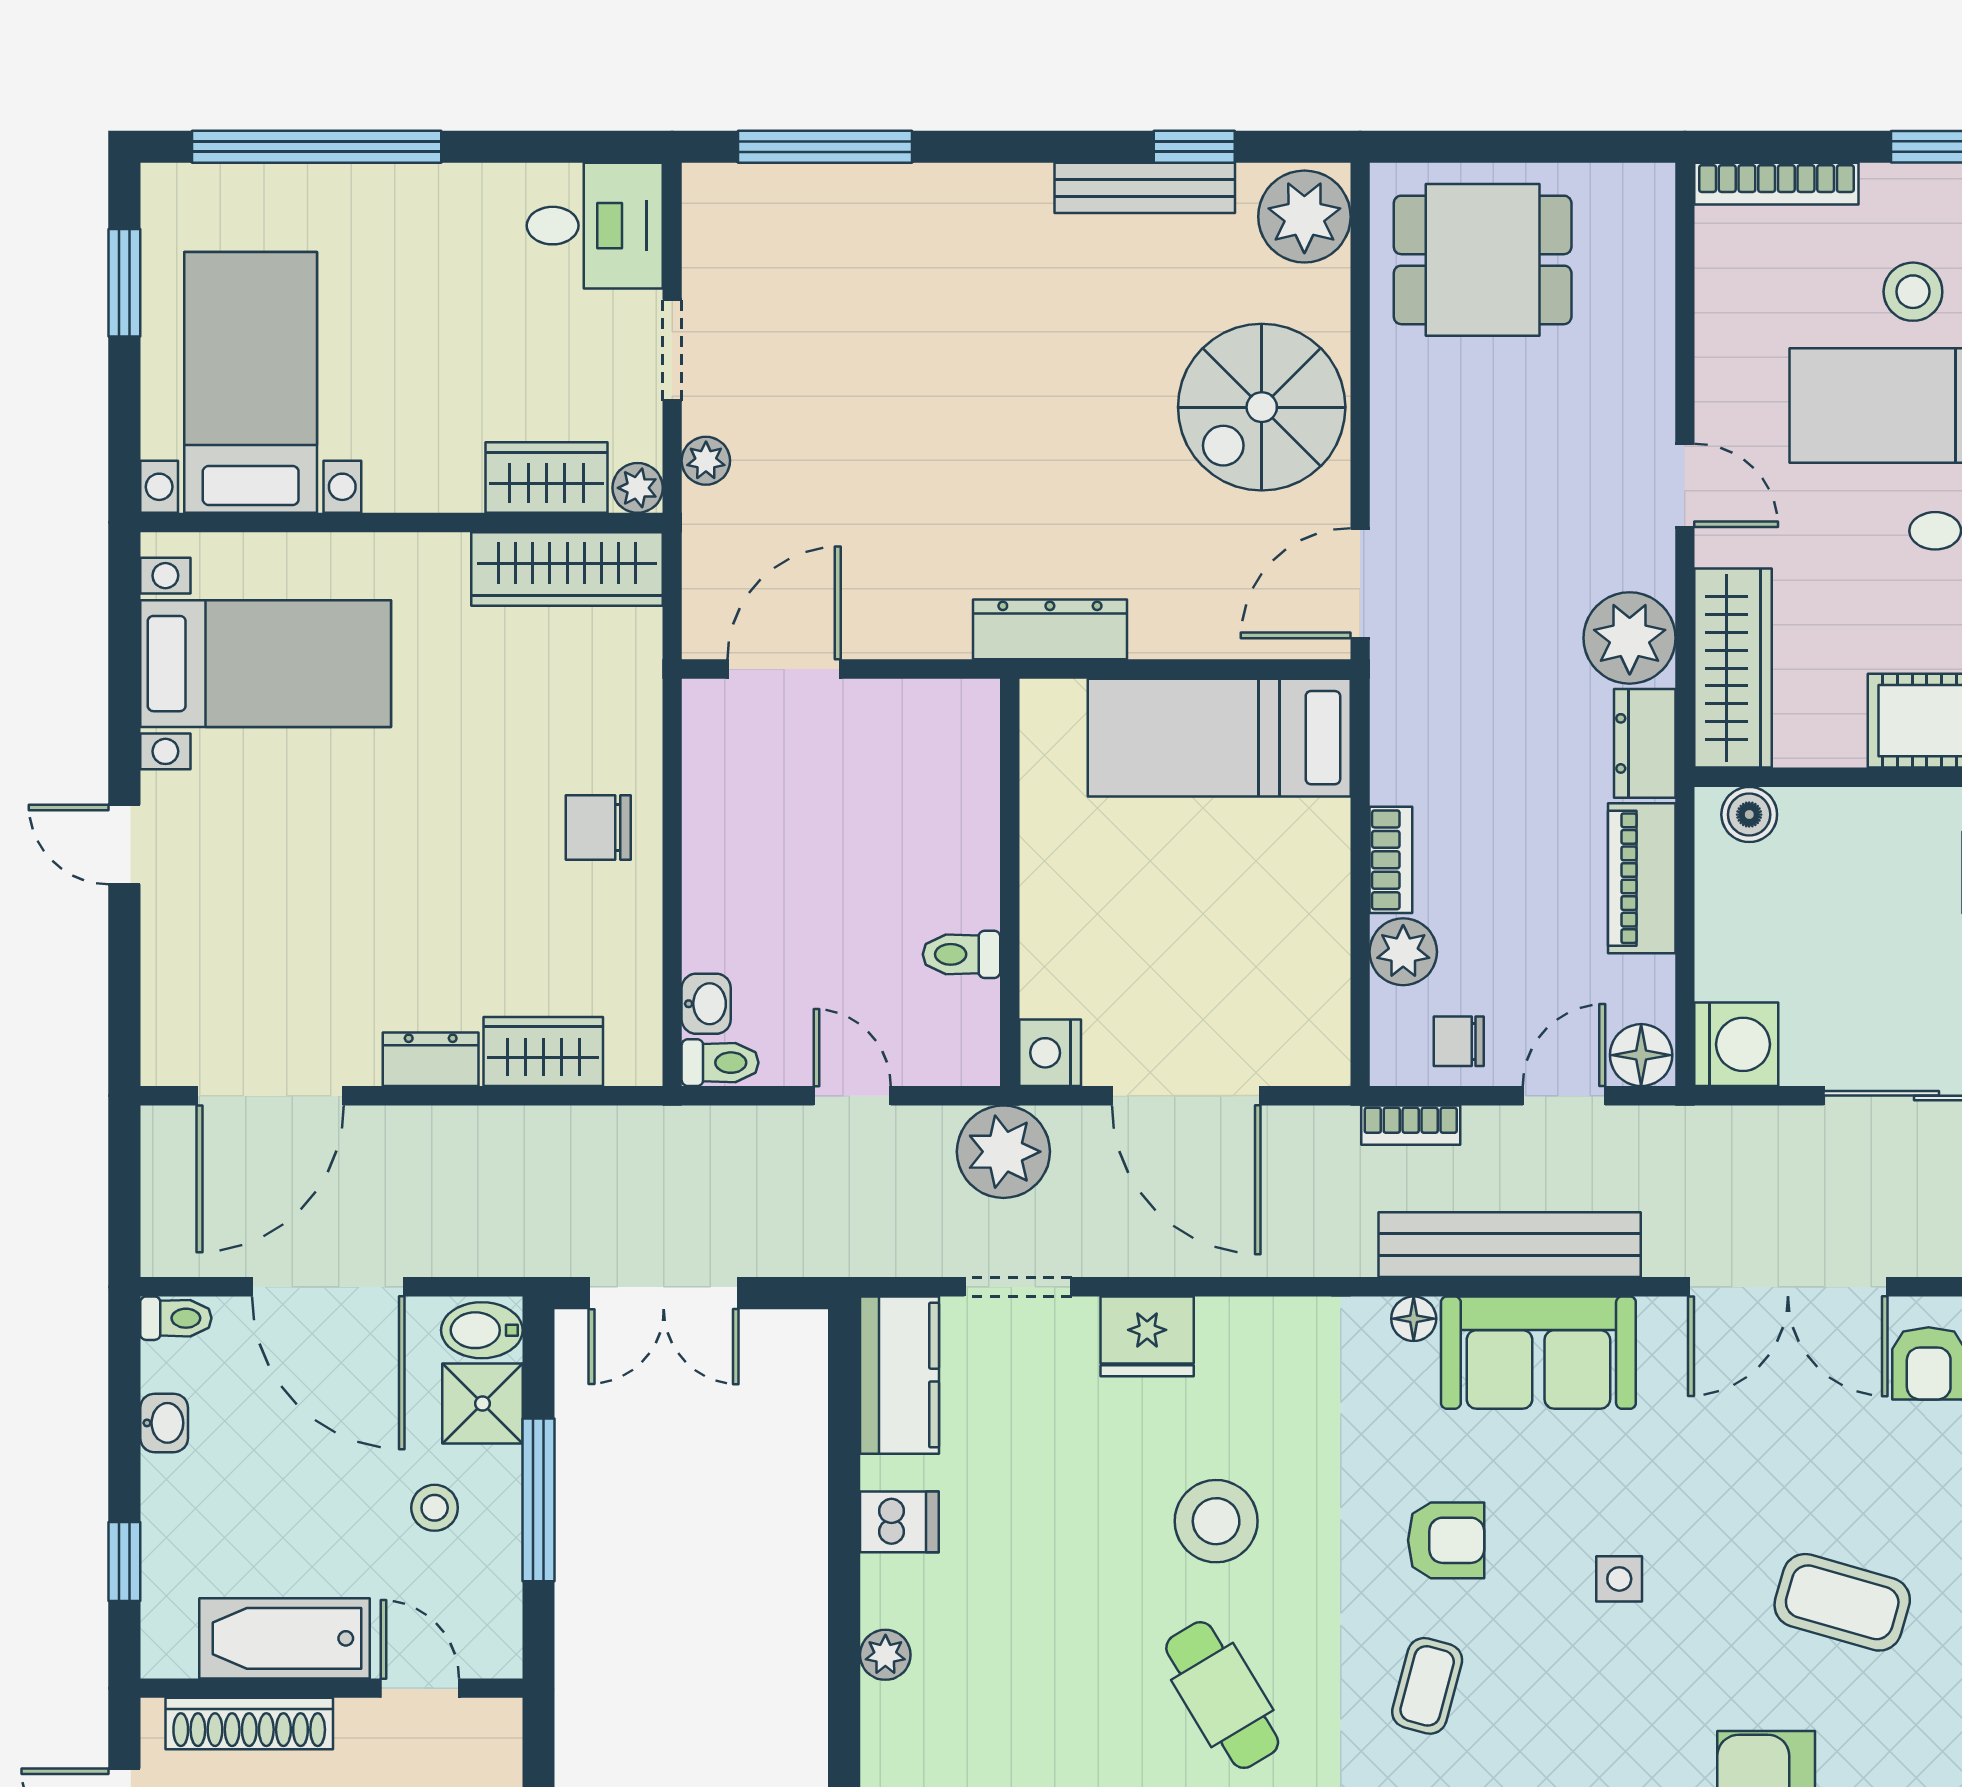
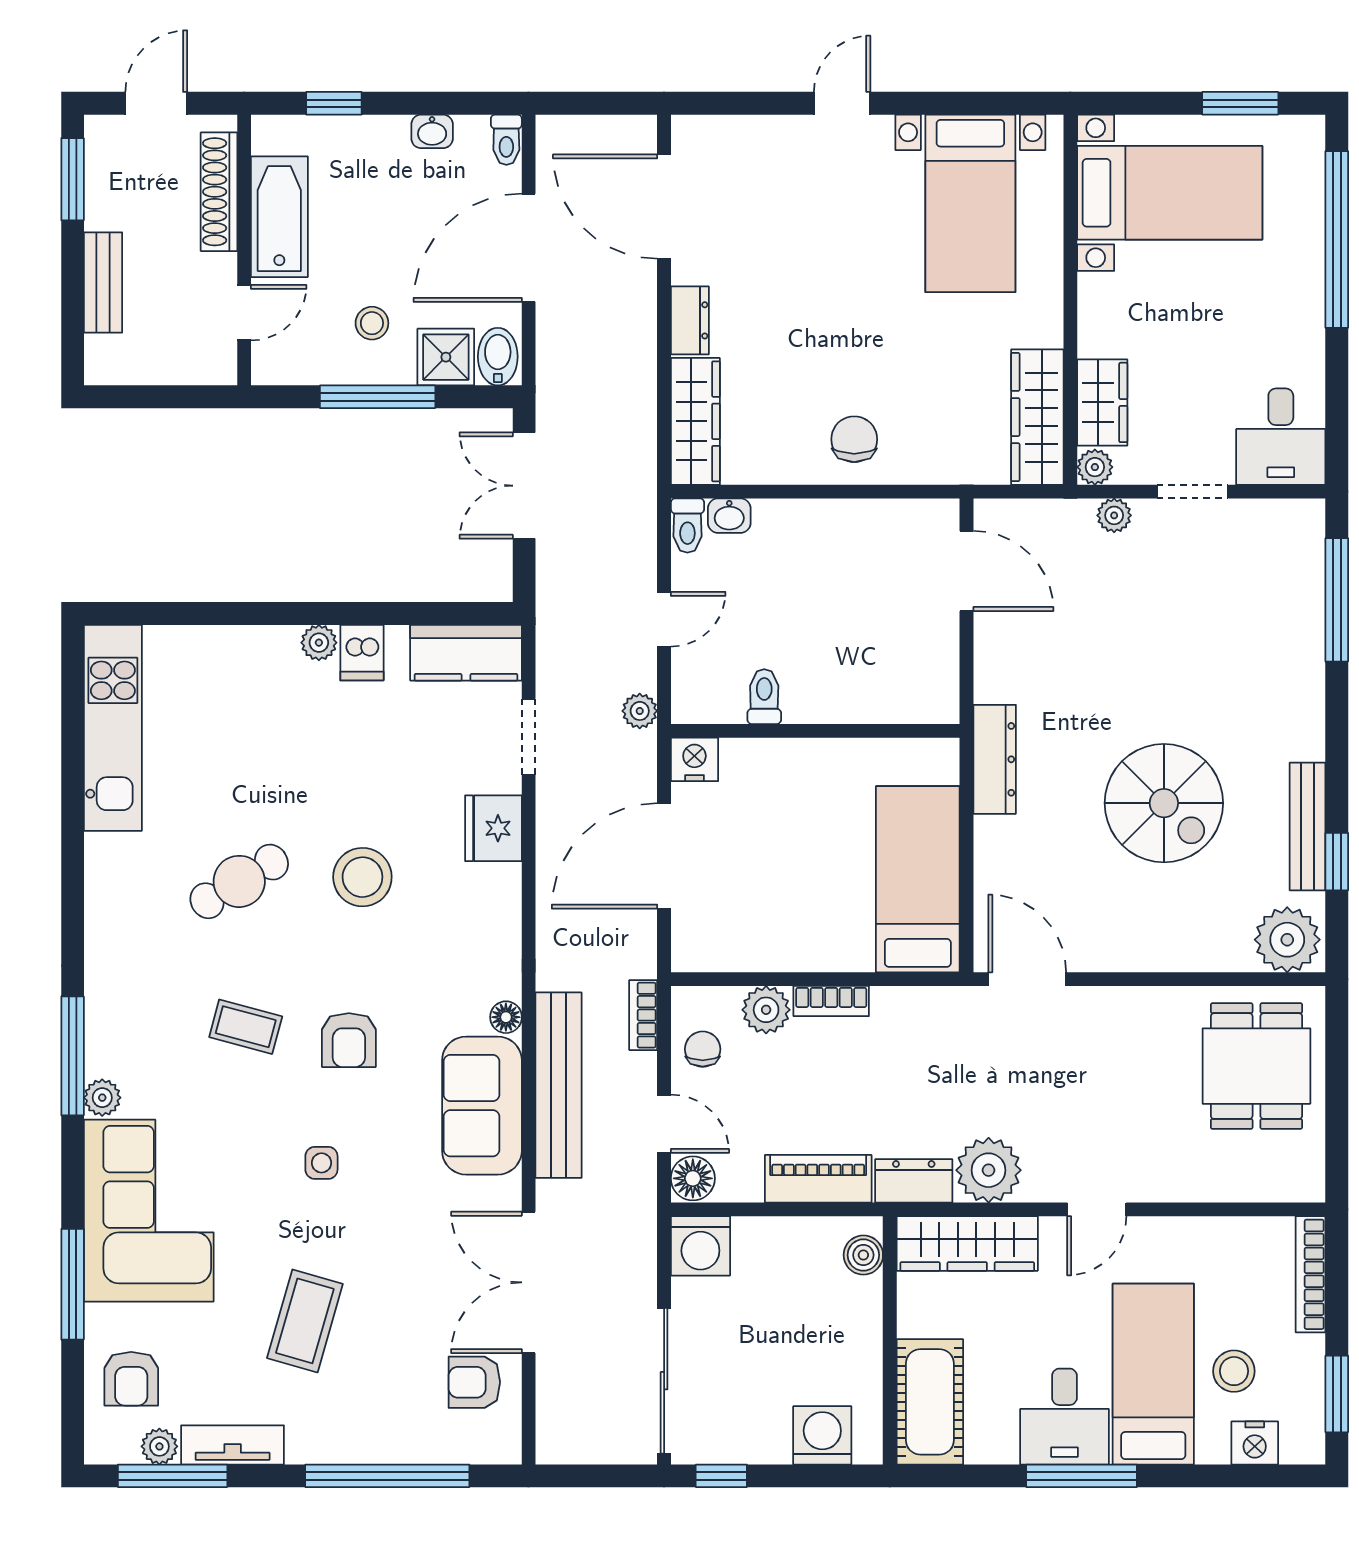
spiral stairs: (1262, 407) -> (1164, 803), moved, turned 180
wardrobe: (543, 1052) -> (695, 421), width x1.50
plant: (1003, 1152) -> (640, 711), width x0.53, depth x0.53
plant: (885, 1655) -> (319, 643), moved

